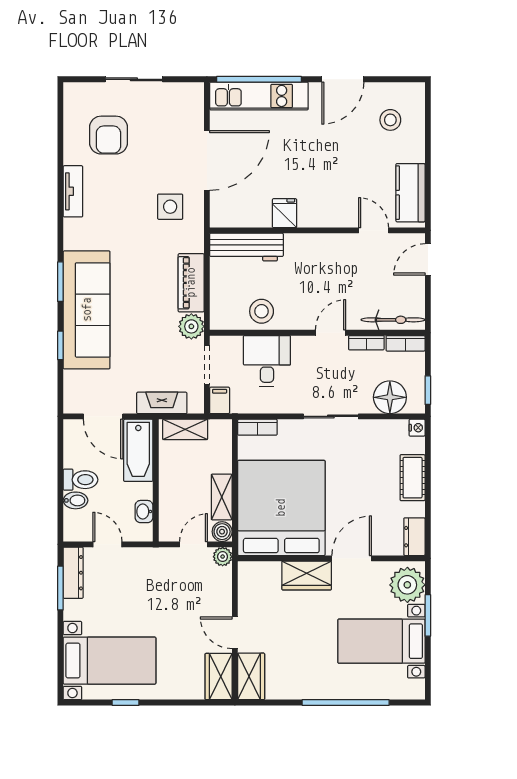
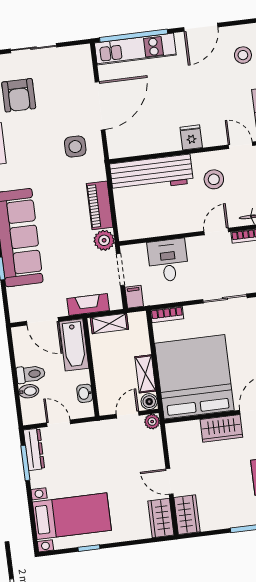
fridge: (285, 213) -> (191, 137), moved
workbench: (246, 247) -> (152, 173), width x1.36, depth x1.32
stool: (262, 311) -> (214, 179), moved

